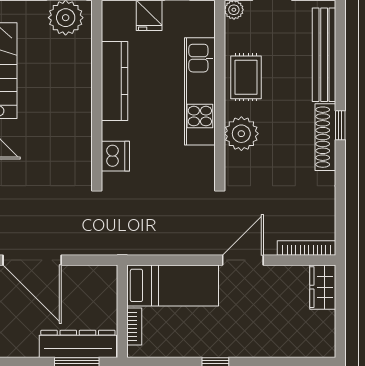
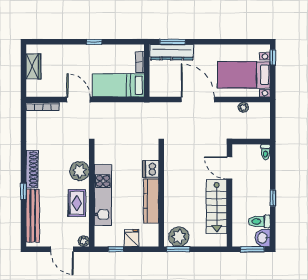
window: (340, 125) -> (23, 191), moved
dishwasher: (115, 156) -> (151, 169), moved
door: (243, 260) -> (79, 100), swing flipped
wardrobe: (323, 287) -> (33, 66), moved

